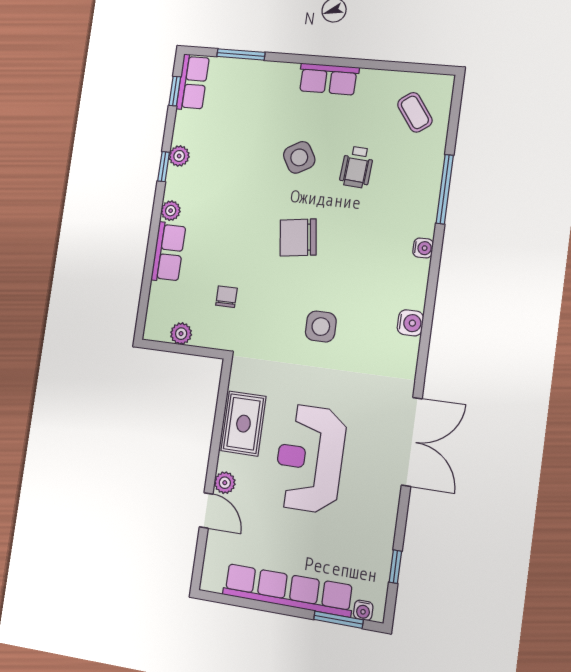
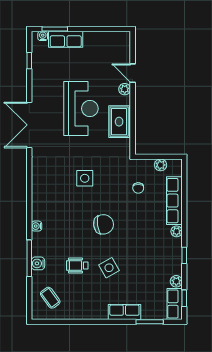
row of seats: (328, 79) -> (124, 312), moved
plant: (179, 156) -> (176, 281), moved
wheelchair: (357, 167) -> (77, 265), turned -94
row of seats: (168, 252) -> (174, 201), width x1.48
water cooler: (410, 323) -> (38, 263), moved
row of seats: (288, 590) -> (66, 39), width x0.50

